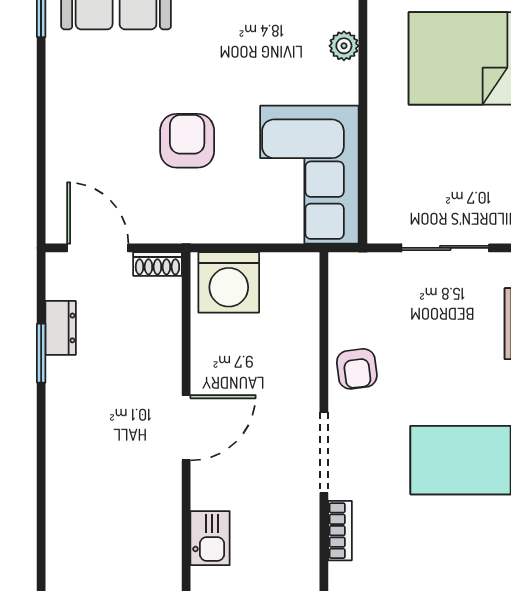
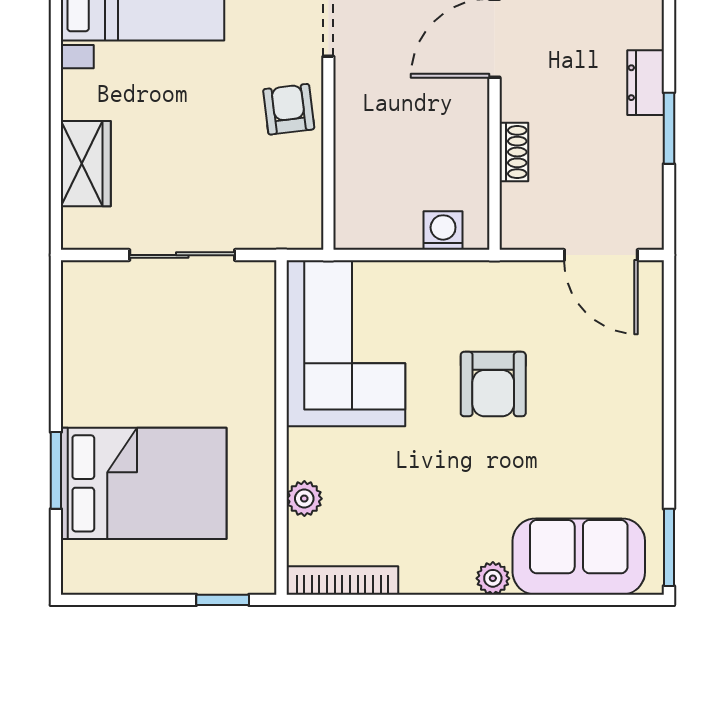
shoe rack: (157, 264) -> (514, 152), moved, turned 90
washing machine: (229, 282) -> (443, 231), width x0.53, depth x0.53
dresser: (61, 328) -> (646, 83), moved

